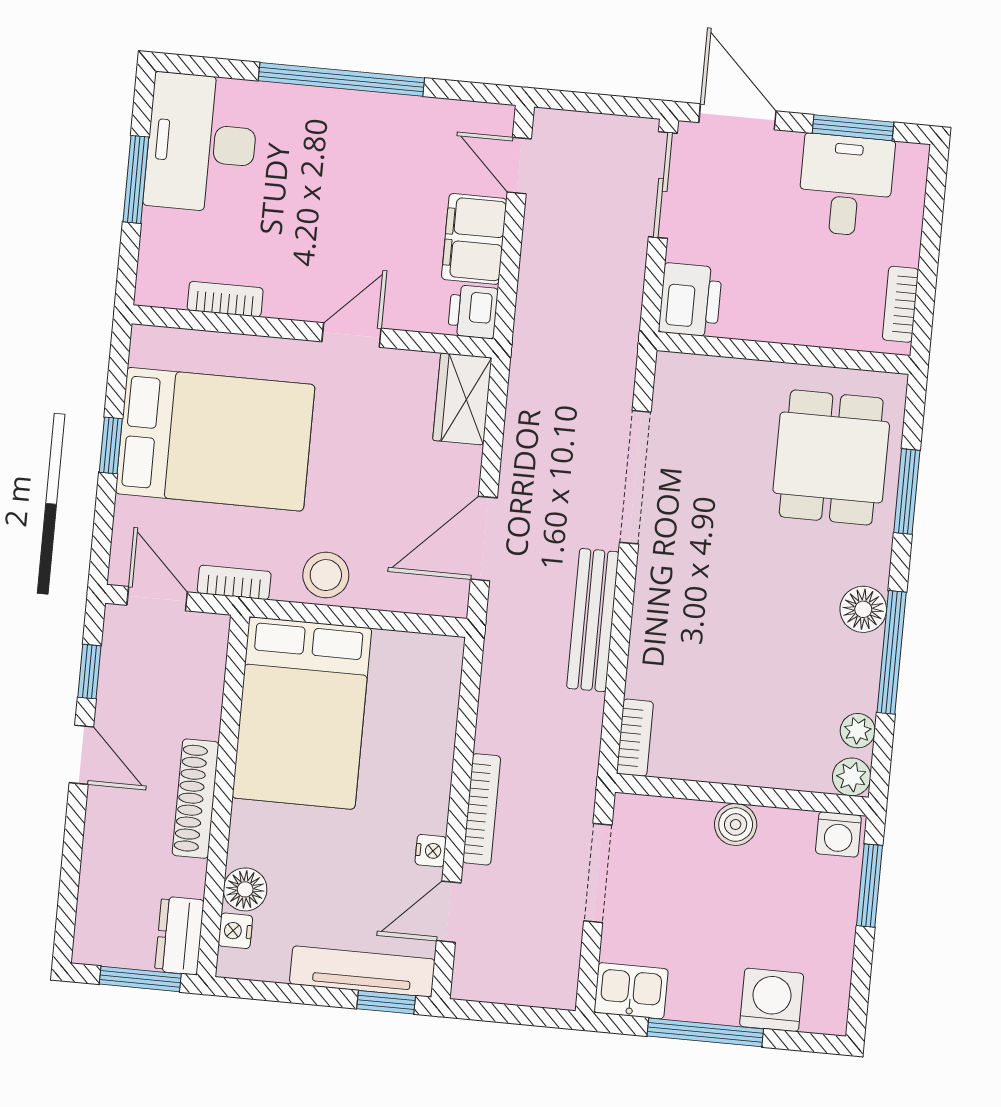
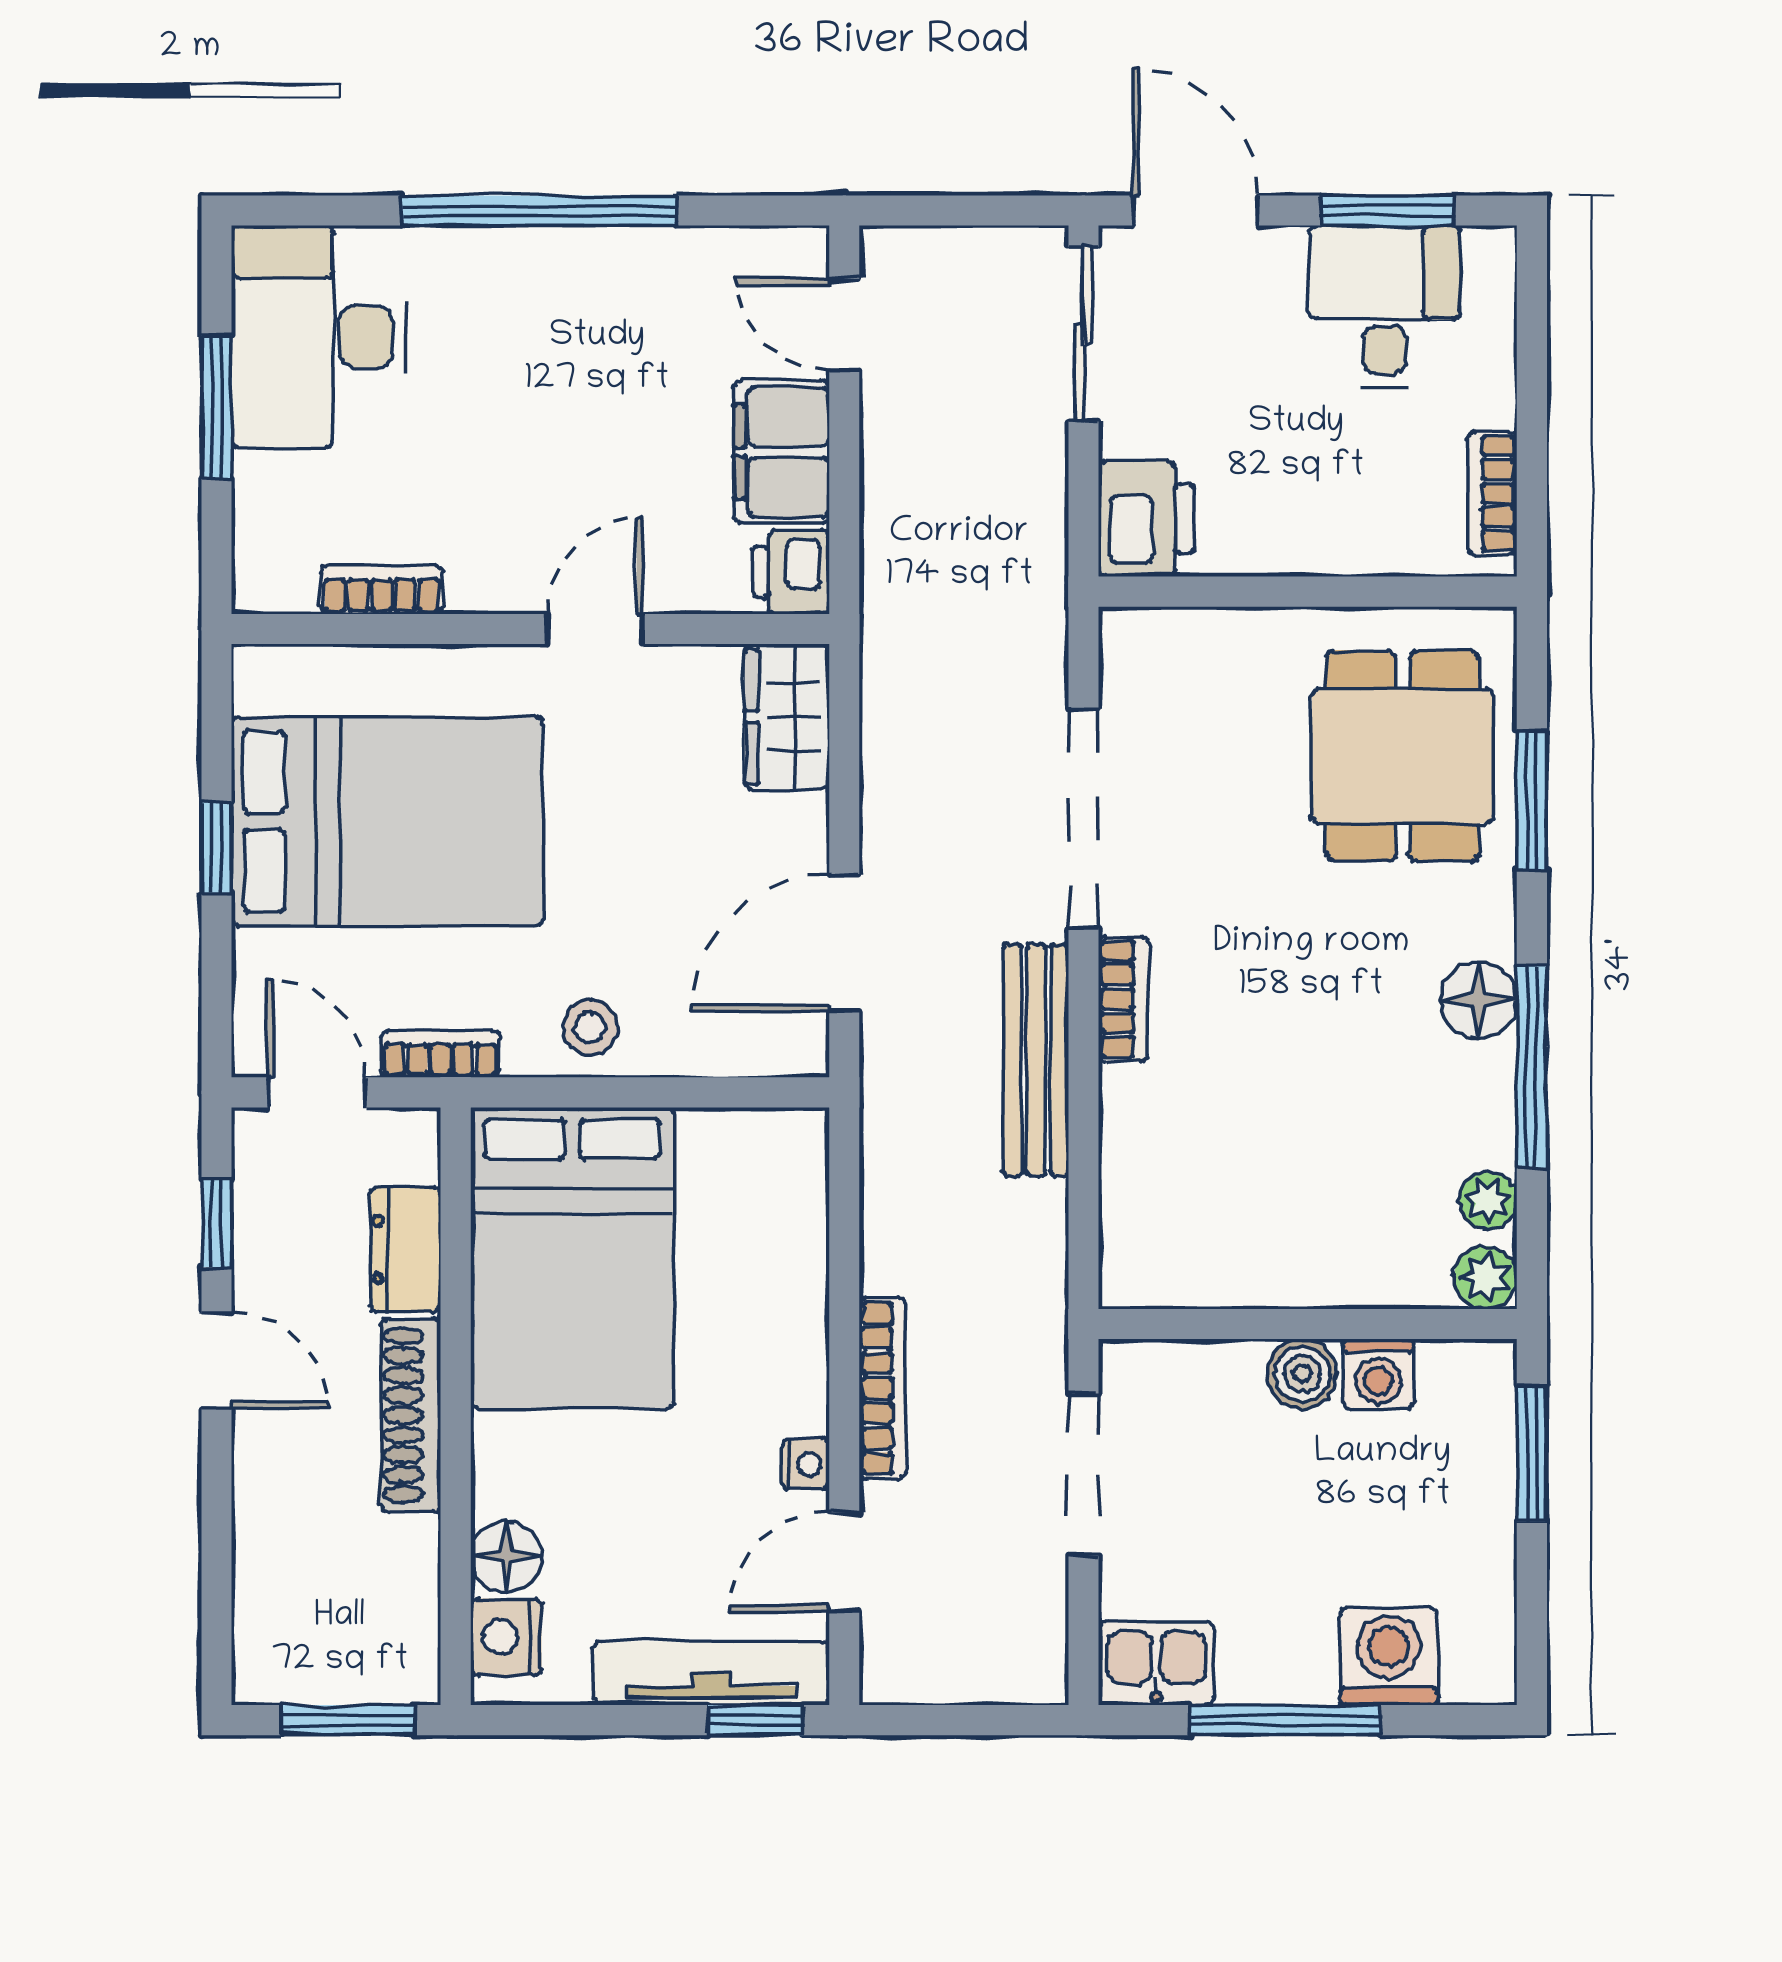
stool: (326, 575) -> (590, 1027), width x0.73, depth x0.73
bookcase: (635, 738) -> (1123, 999), moved
washing machine: (838, 834) -> (1378, 1374), moved
nightstand: (235, 931) -> (506, 1637), width x1.39, depth x1.35
dresser: (179, 936) -> (406, 1250), moved

